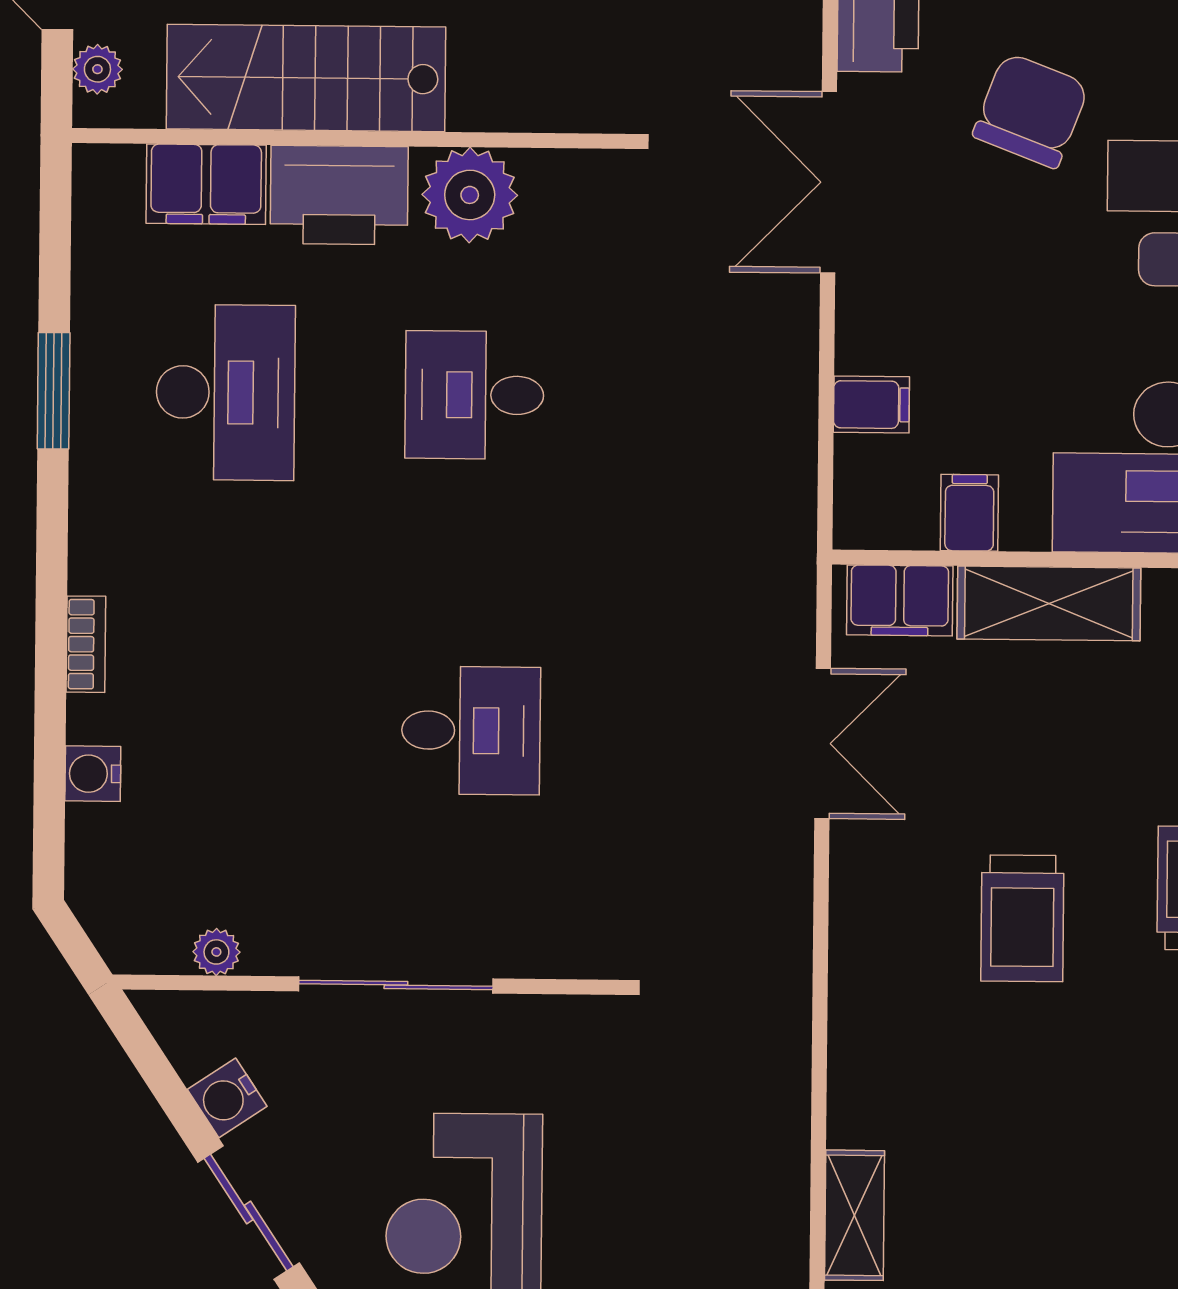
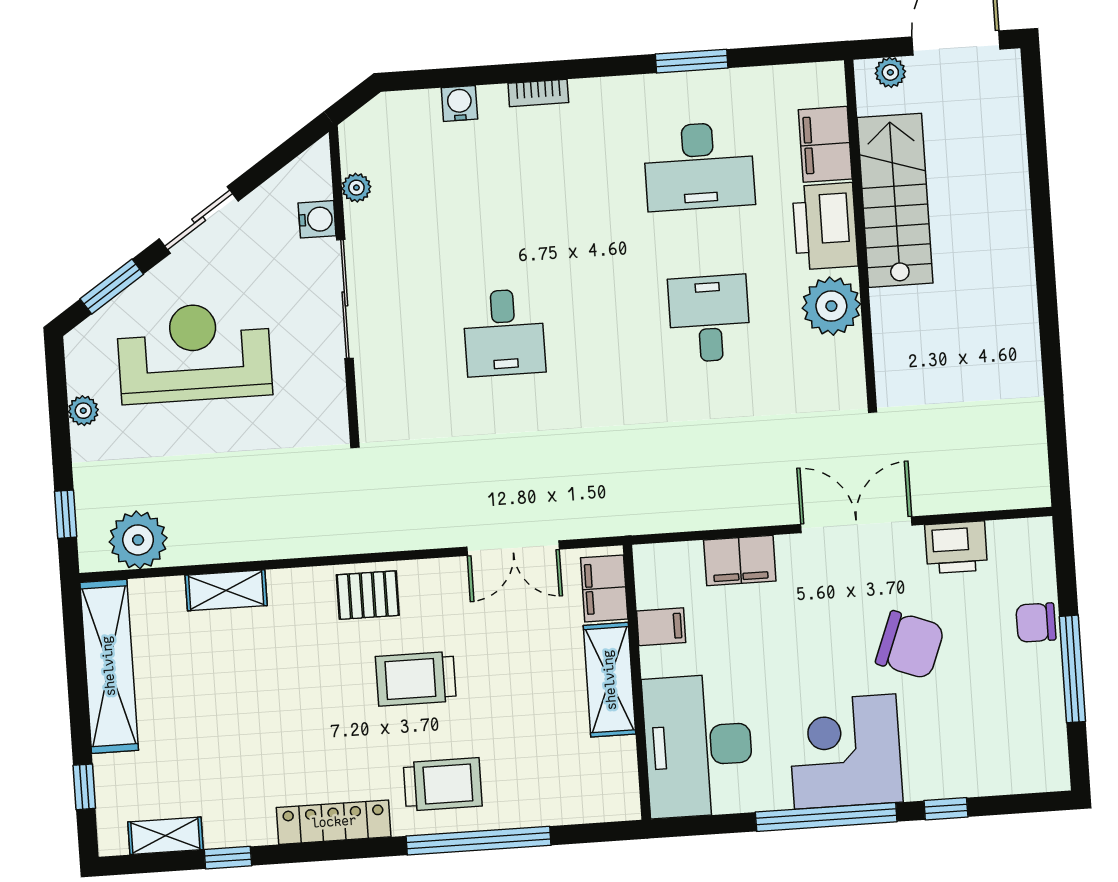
filing cabinet: (871, 405) -> (740, 560), width x2.00
pallet: (880, 986) -> (368, 595), added
water cooler: (227, 1098) -> (317, 219), moved, turned 124

